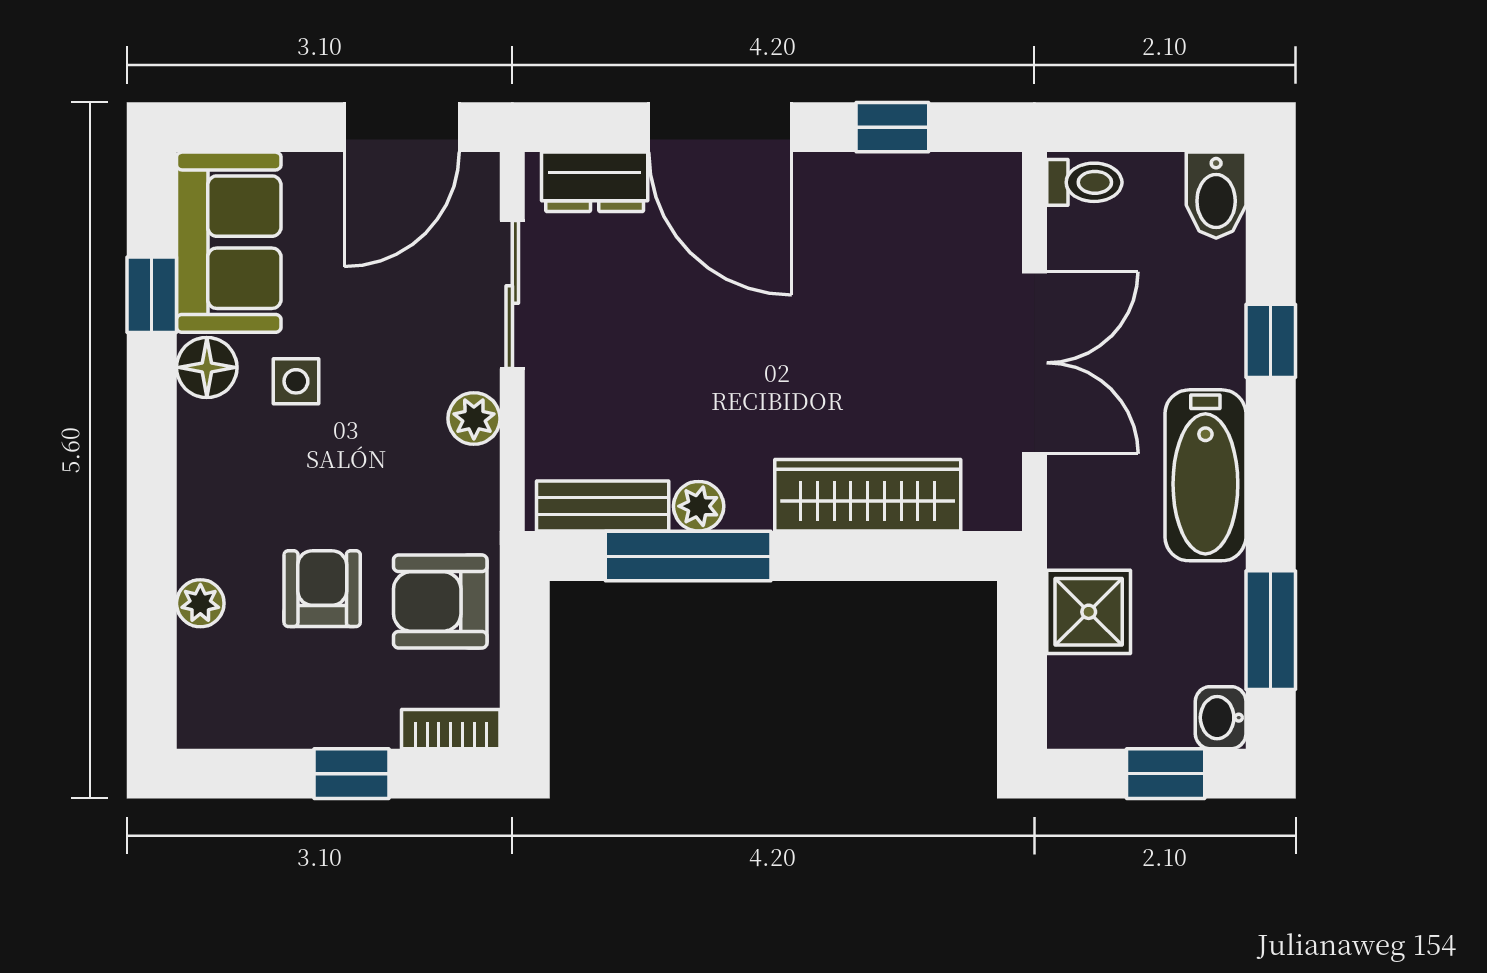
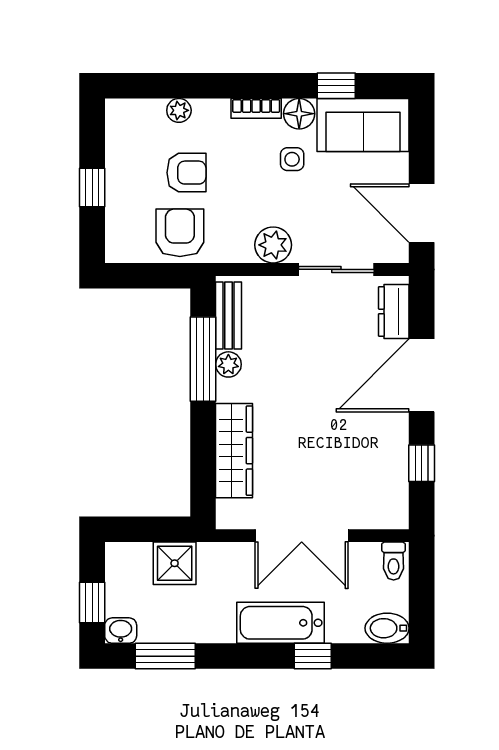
plant: (474, 419) -> (273, 245), width x1.38, depth x1.38
bathtub: (1205, 475) -> (281, 623), moved
bookcase: (451, 729) -> (256, 108), moved, turned 90

